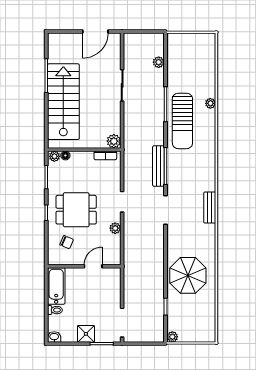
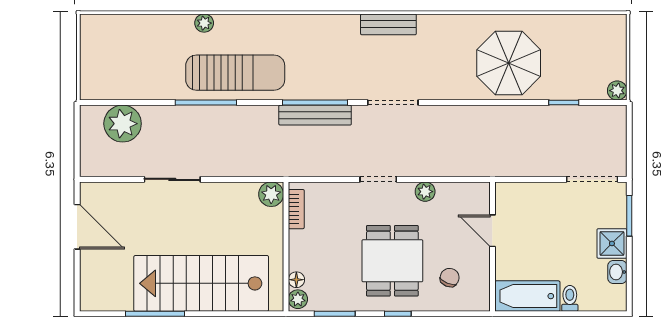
plant: (159, 62) -> (123, 124), width x1.88, depth x1.88
washbasin: (54, 337) -> (617, 272), moved

